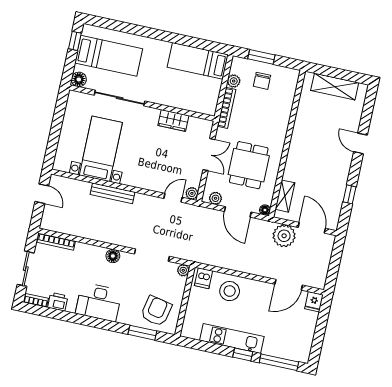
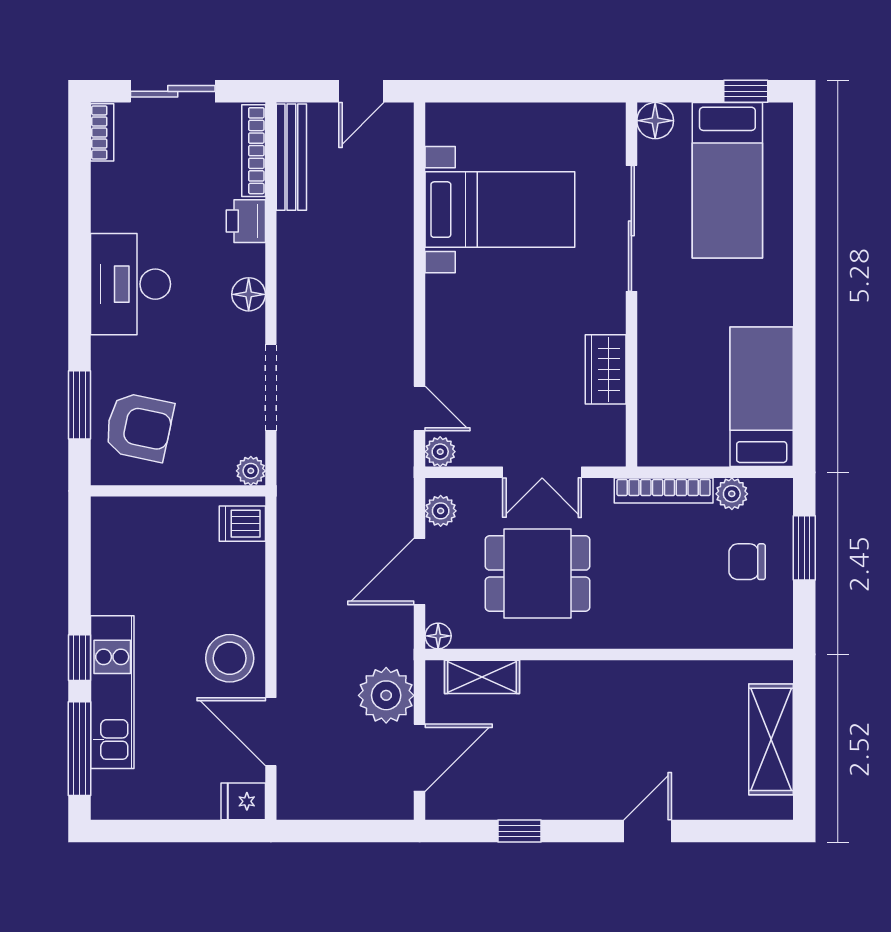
bench: (113, 193) -> (291, 157), moved
stool: (230, 291) -> (230, 658), moved
printer: (58, 302) -> (246, 221), moved, turned 180
kitchen unit: (232, 338) -> (112, 692), moved

